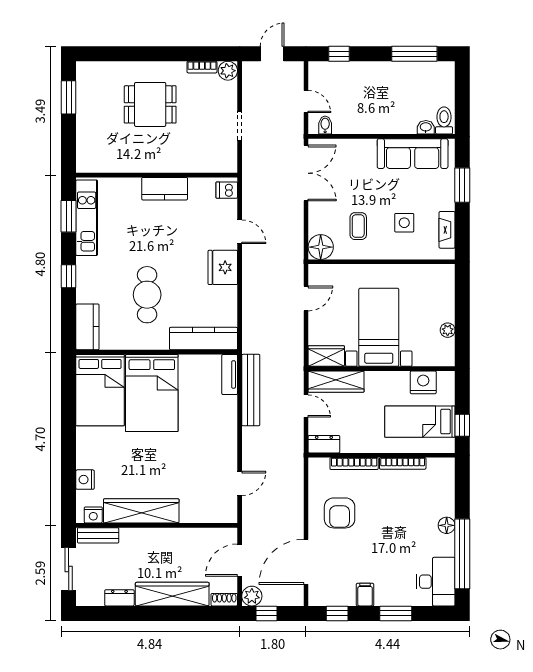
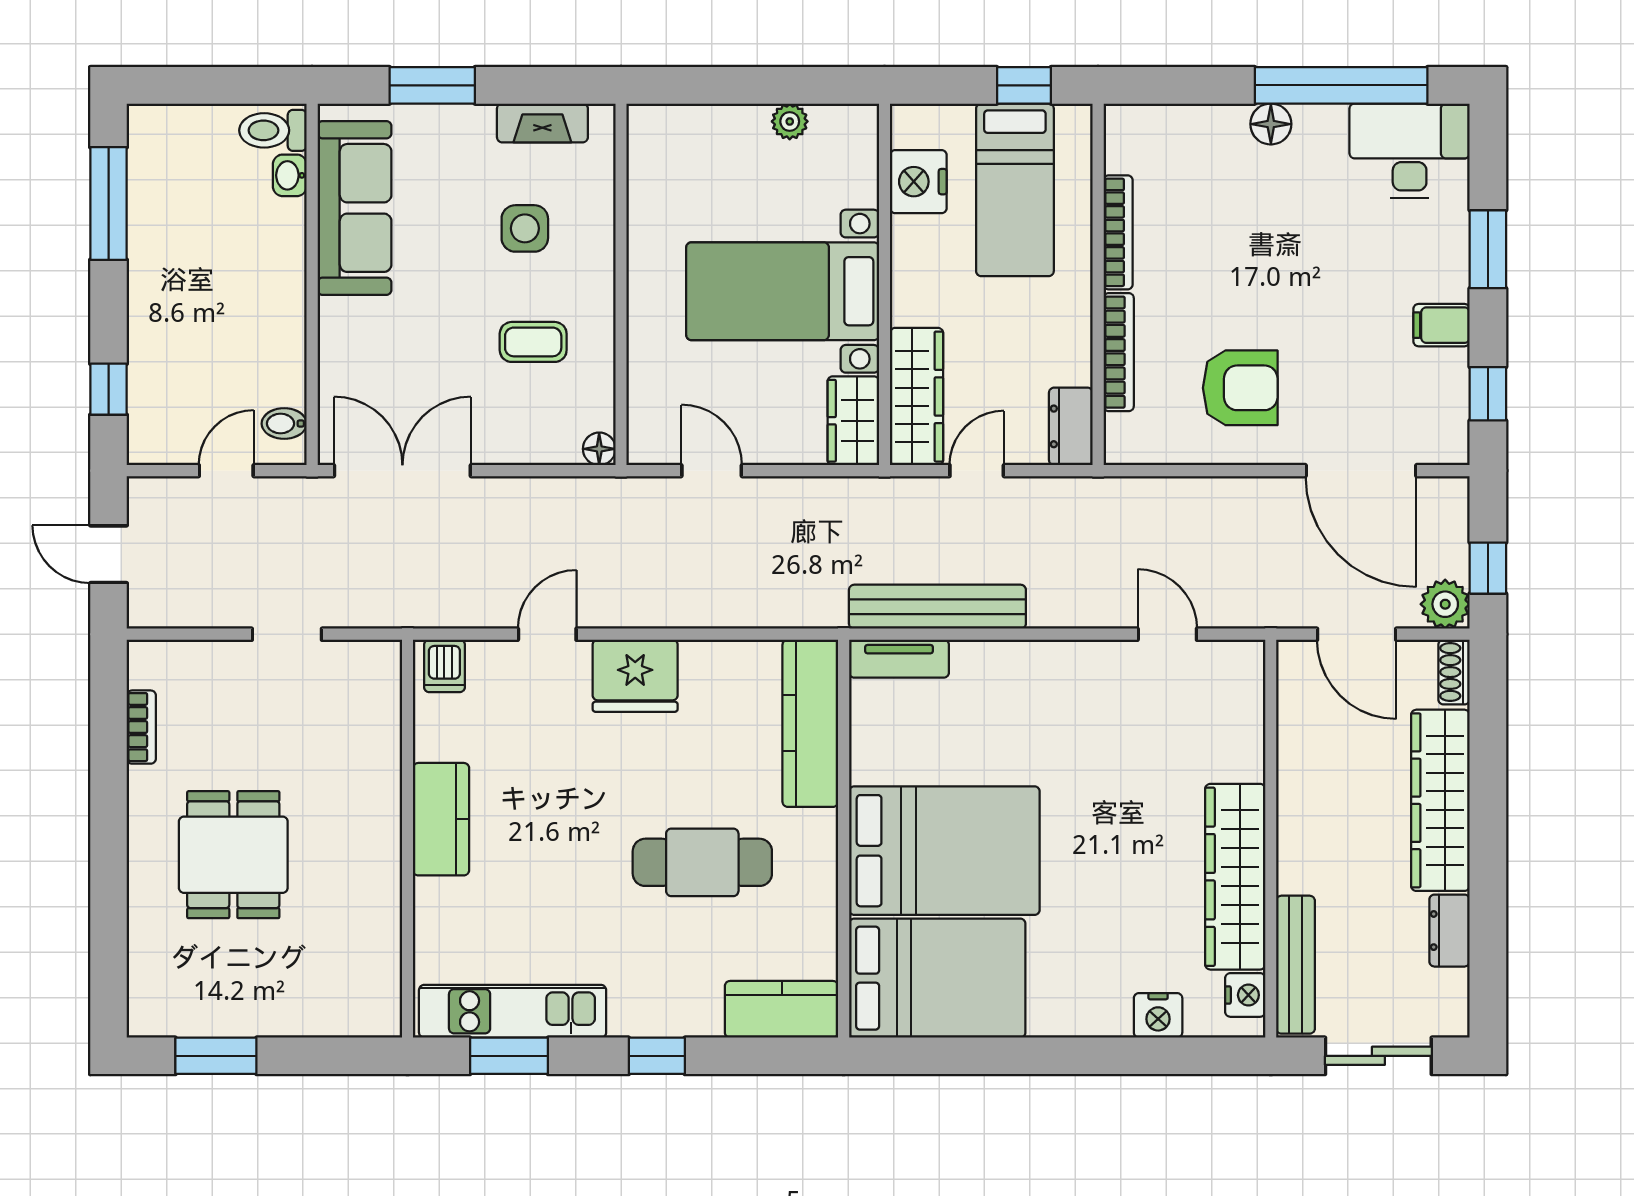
plant: (228, 71) -> (150, 663), removed
floor lamp: (321, 247) -> (599, 449), width x0.53, depth x0.53
bench: (98, 535) -> (1296, 965), width x1.36

